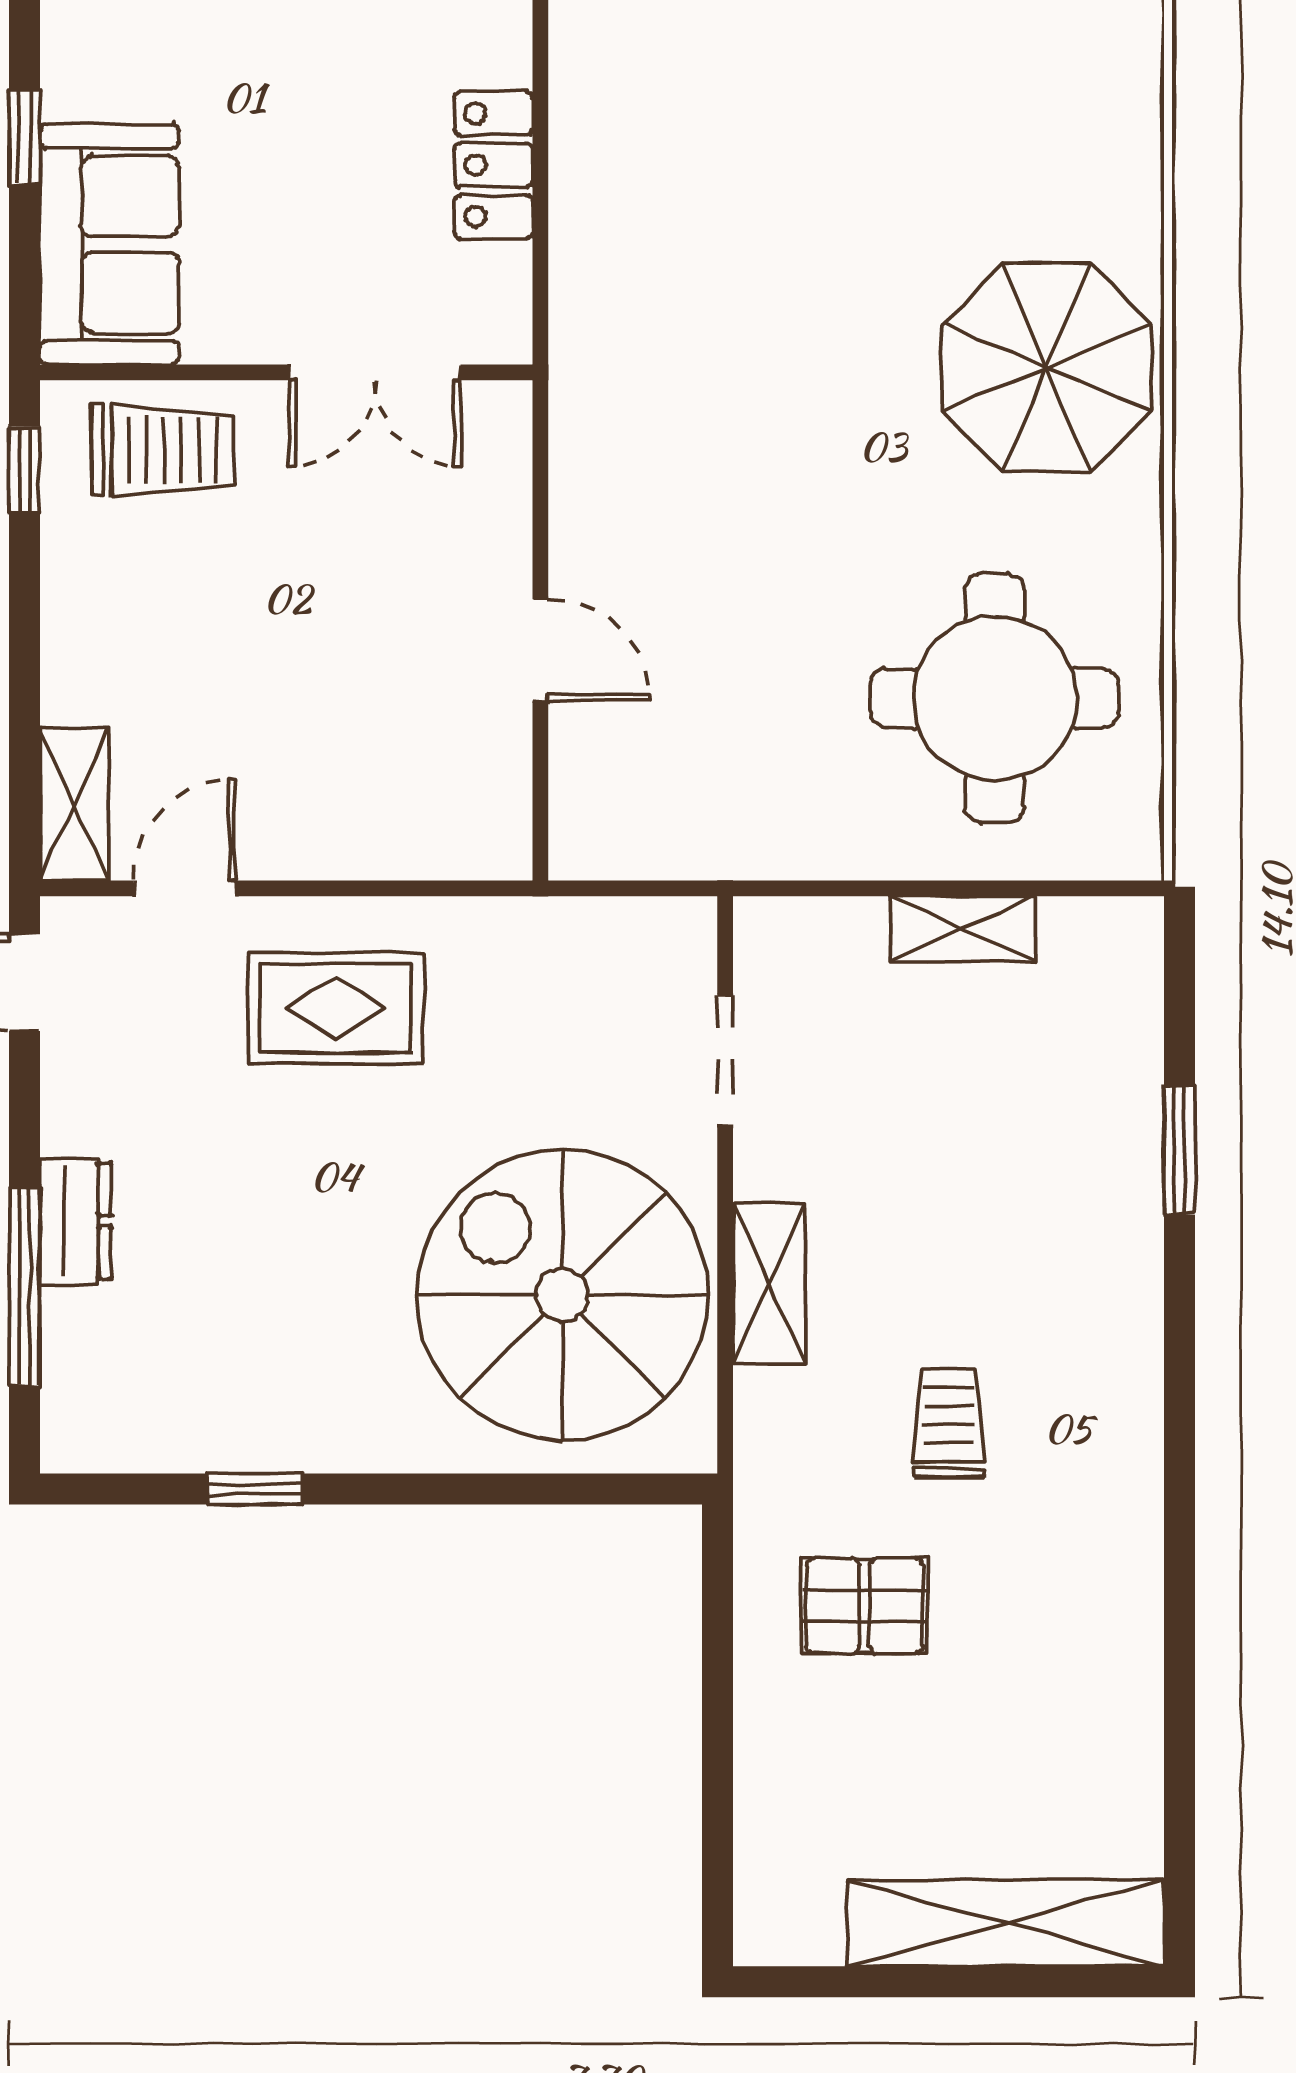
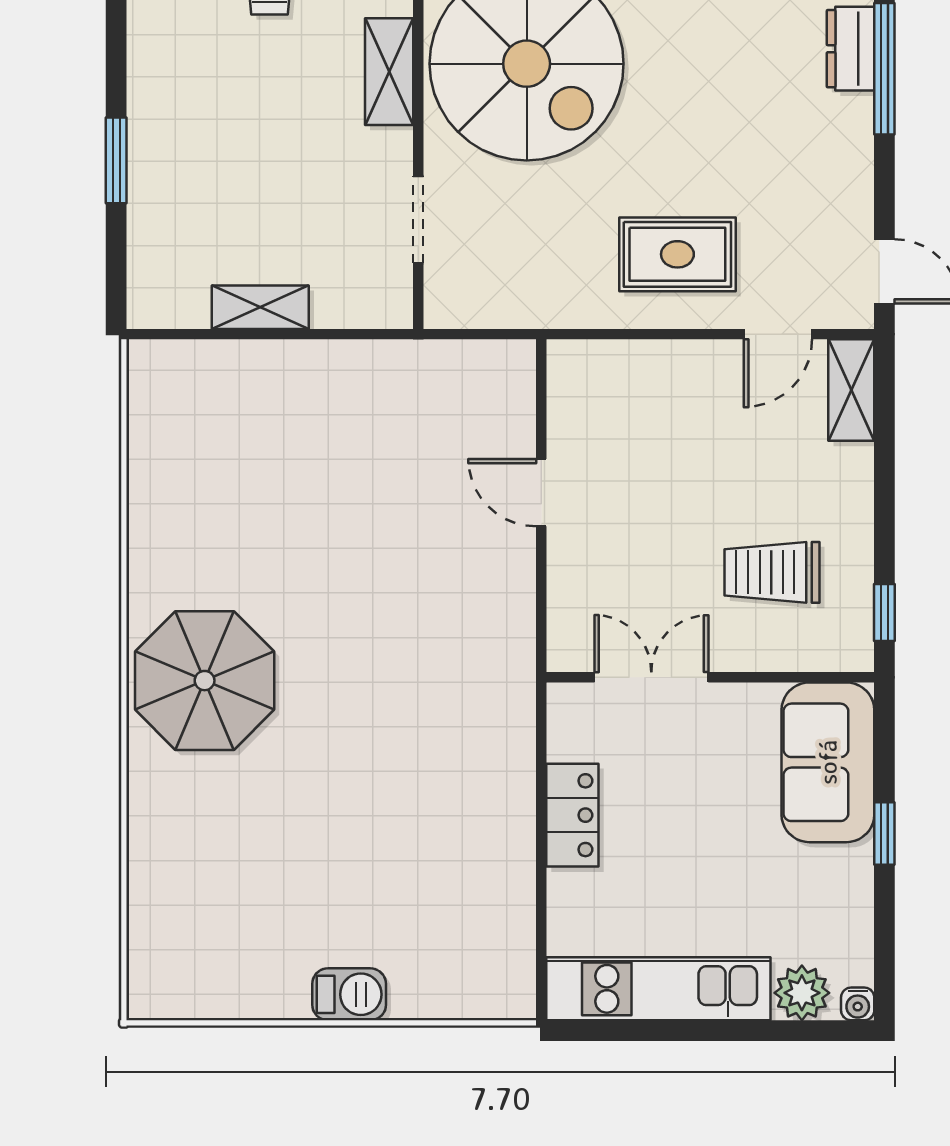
trolley: (163, 450) -> (772, 572), moved
round table: (995, 698) -> (239, 461), removed
dresser: (75, 1221) -> (850, 49), moved

